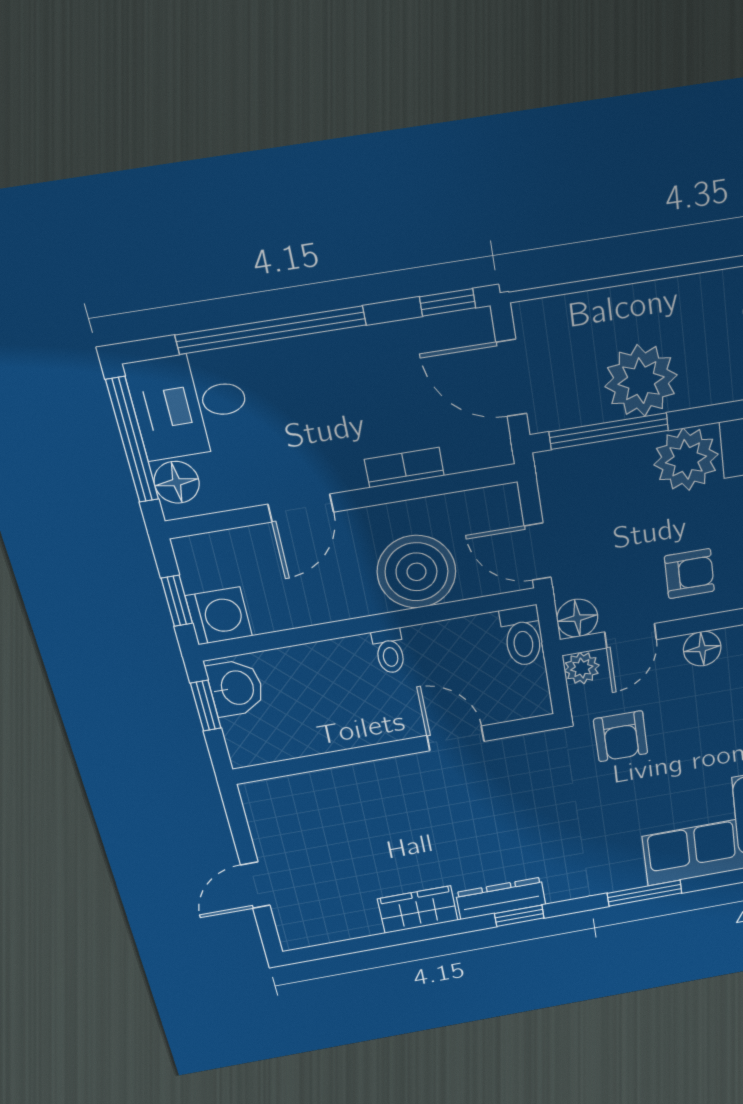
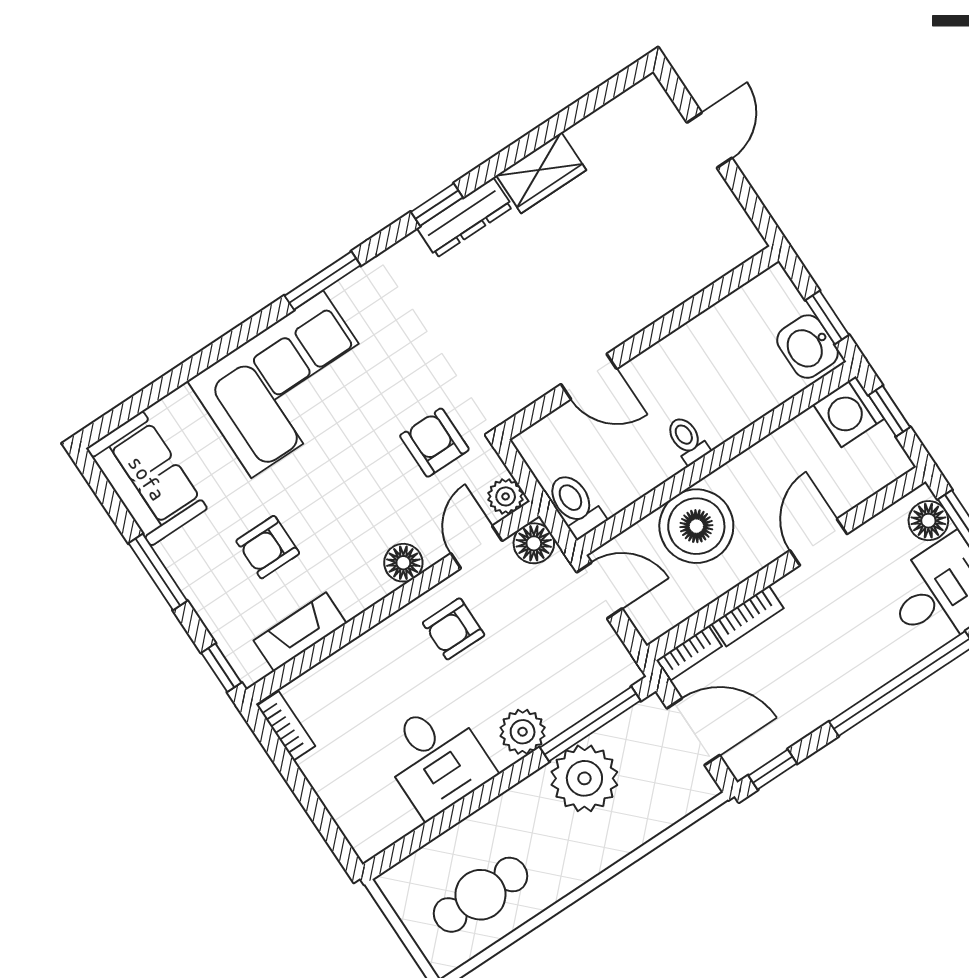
bookcase: (479, 457) -> (689, 653), added
plant: (686, 459) -> (523, 732), width x0.73, depth x0.73

